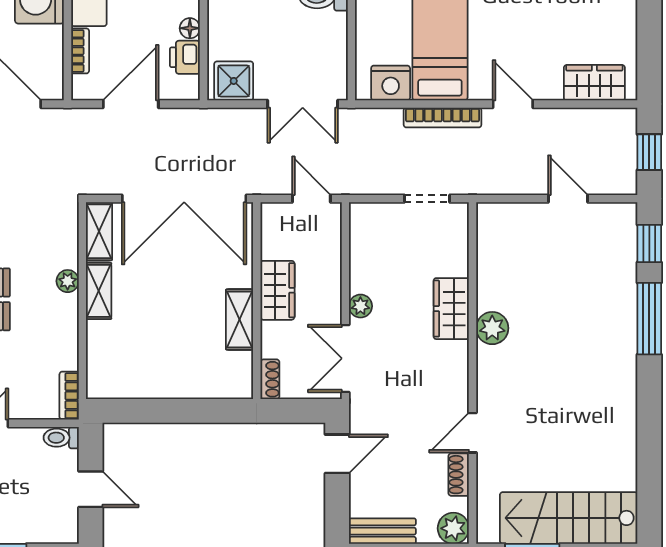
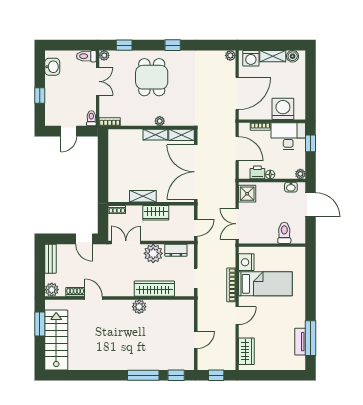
dresser: (363, 244) -> (176, 250), added
plant: (360, 306) -> (153, 253), width x1.88, depth x1.88
wardrobe: (451, 309) -> (154, 289), width x1.50

